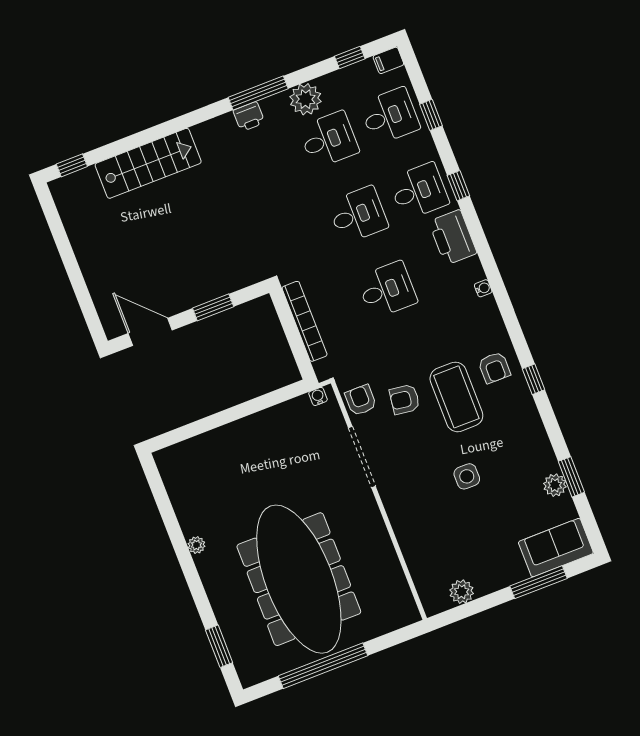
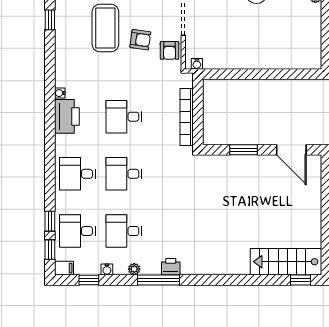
water cooler: (331, 80) -> (107, 269), added
plant: (306, 99) -> (134, 269), width x0.53, depth x0.53
stairs: (148, 163) -> (286, 262), moved
window: (458, 186) -> (50, 250), moved
printer: (453, 237) -> (67, 116), moved
armchair: (494, 368) -> (73, 38), removed

